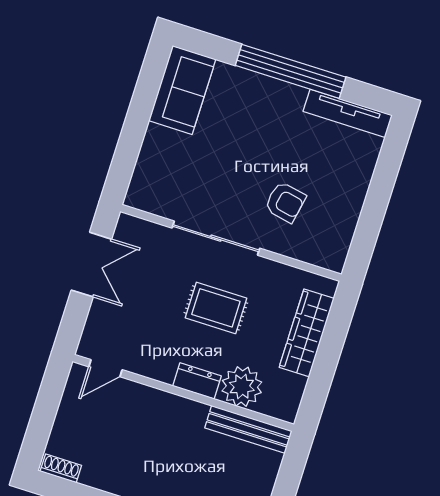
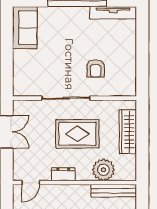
armchair: (285, 202) -> (96, 68), turned 79
rug: (216, 308) -> (77, 134), width x1.36, depth x1.43
dresser: (197, 381) -> (63, 174), moved

